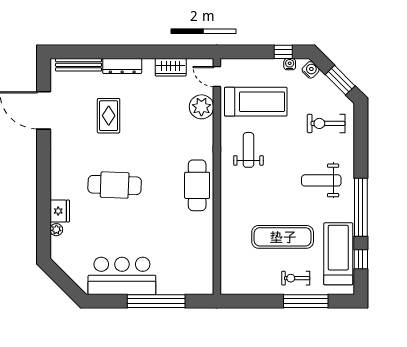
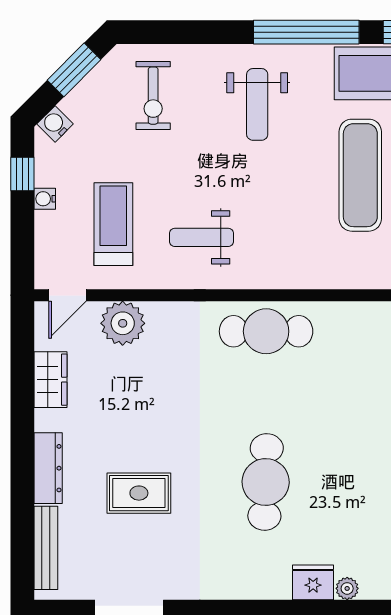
water cooler: (290, 64) -> (45, 199), moved
treadmill: (256, 102) -> (113, 224), width x0.73, depth x0.73

